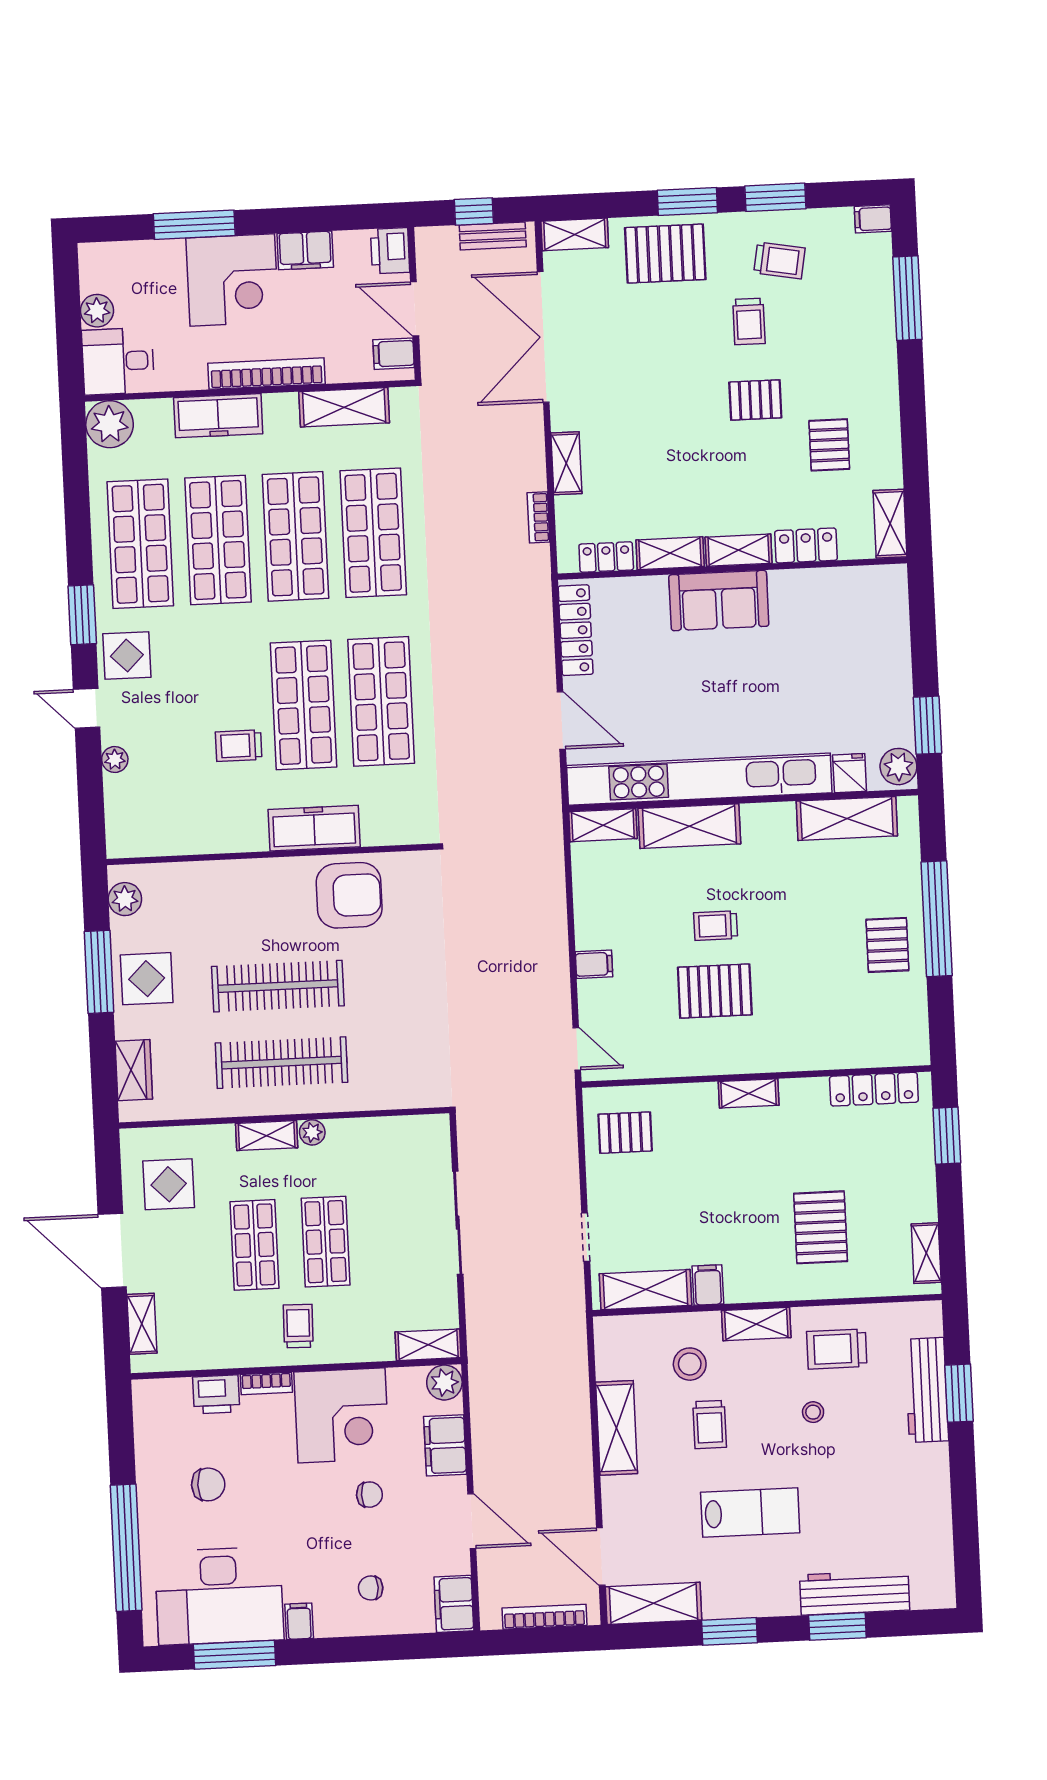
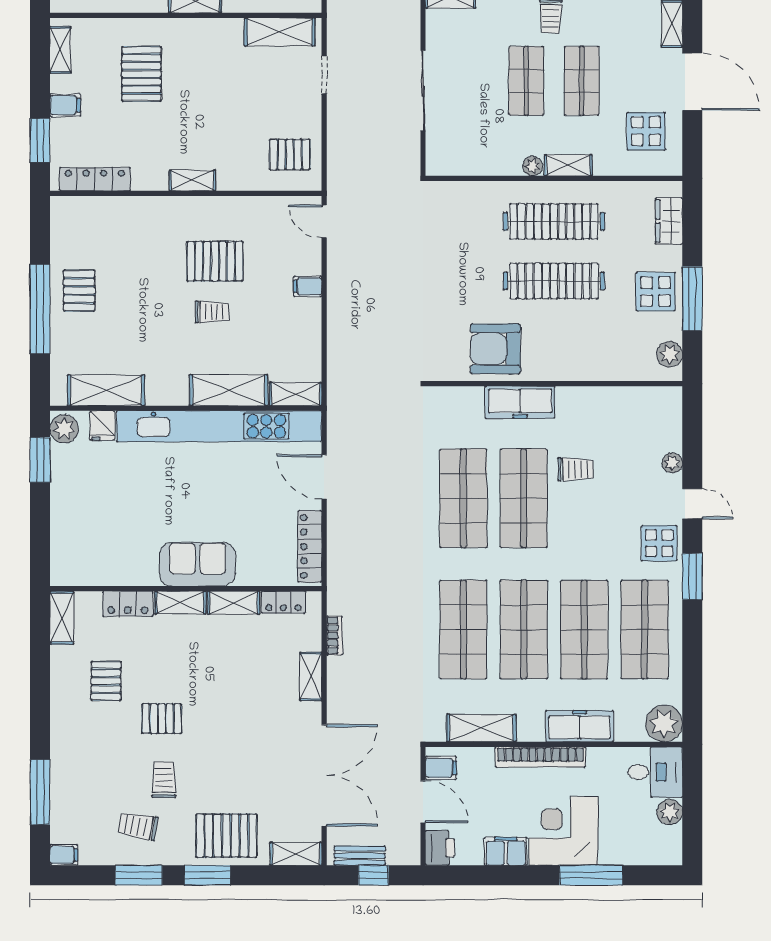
filing cabinet: (708, 1285) -> (65, 105), moved, turned -90

